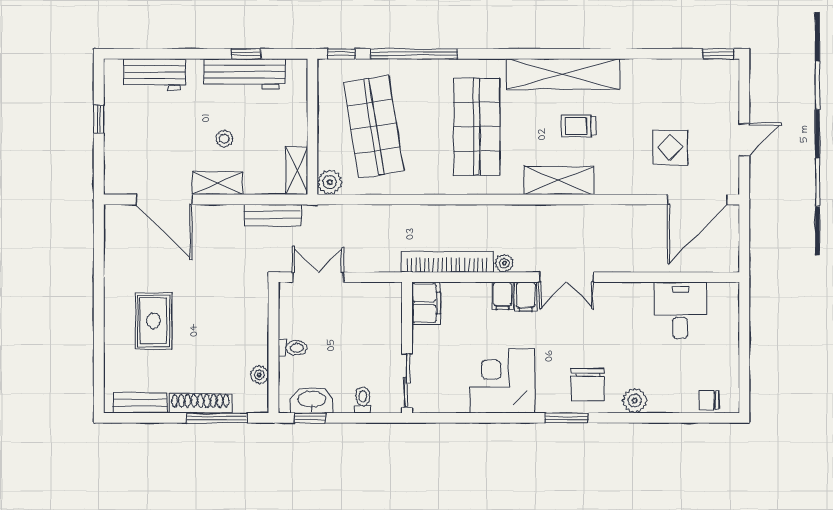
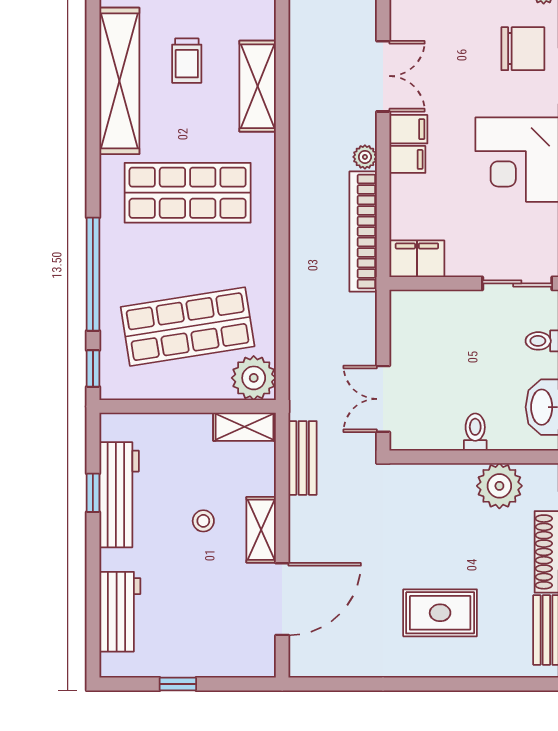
plant: (330, 182) -> (254, 378), width x1.36, depth x1.36
plant: (259, 375) -> (499, 486), width x1.88, depth x1.88

